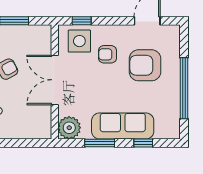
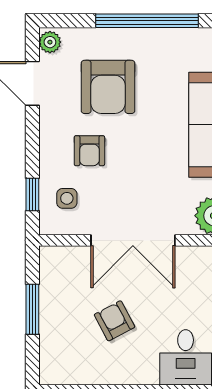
plant: (171, 31) -> (50, 42), added
side table: (79, 41) -> (67, 198), width x0.54, depth x0.54

